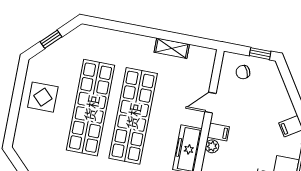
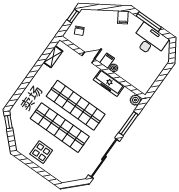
window: (51, 39) -> (8, 122), moved
shelving: (172, 48) -> (53, 57), moved
door: (210, 103) -> (88, 57), swing flipped

